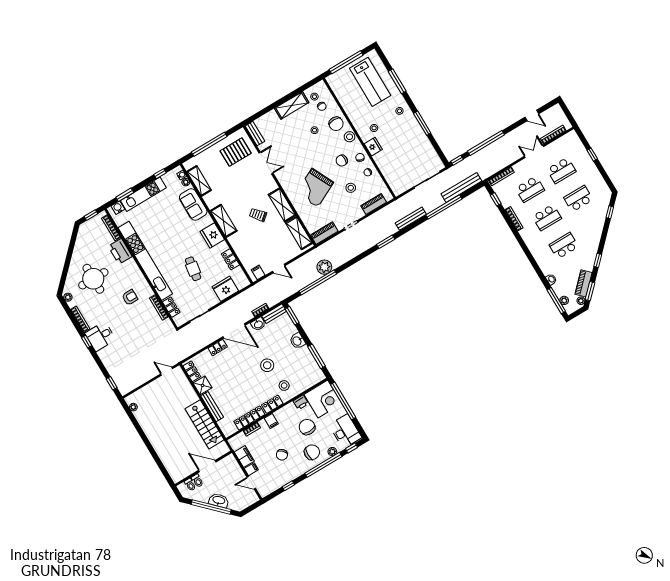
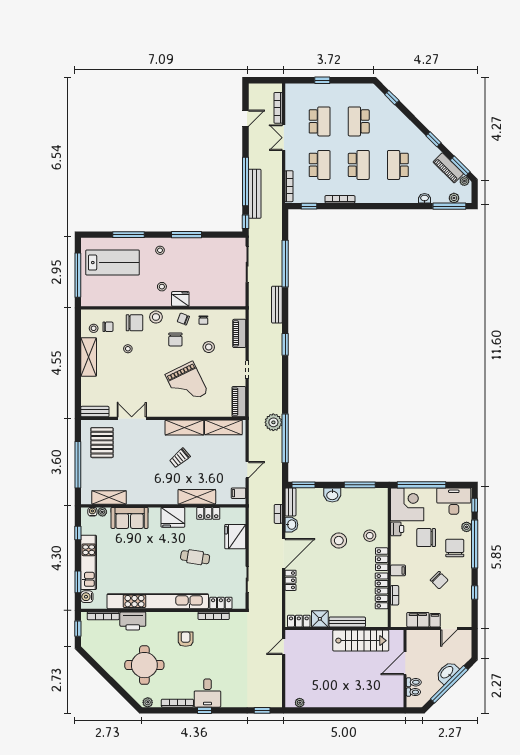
bench: (461, 187) -> (255, 194), moved
shelving: (224, 221) -> (197, 497), moved

